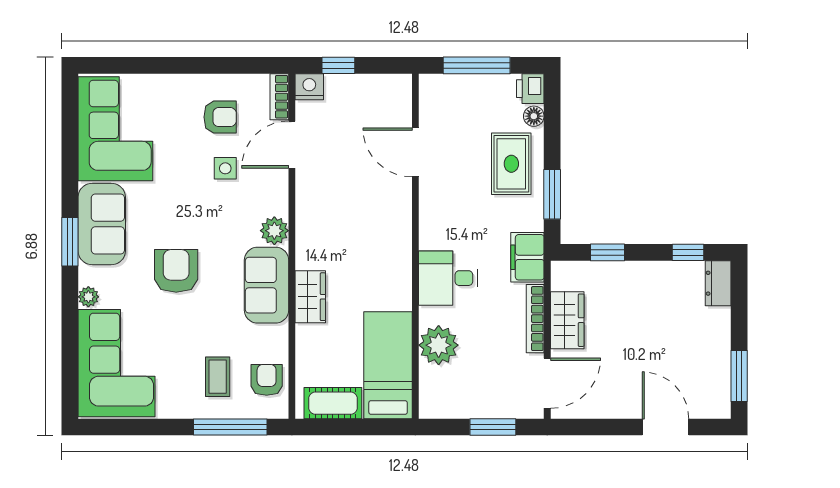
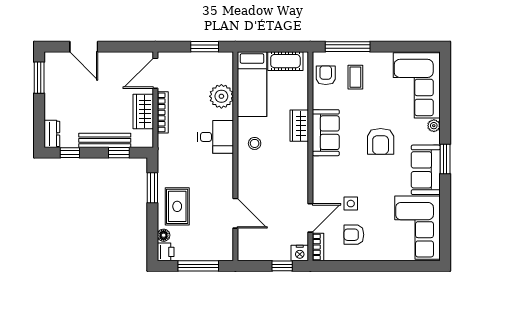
plant: (274, 231) -> (321, 166), removed
filing cabinet: (527, 257) -> (167, 150), removed
stool: (384, 267) -> (255, 143), added
bench: (631, 272) -> (105, 140), added
armchair: (267, 380) -> (326, 75), turned 180
window: (493, 427) -> (205, 47), moved

